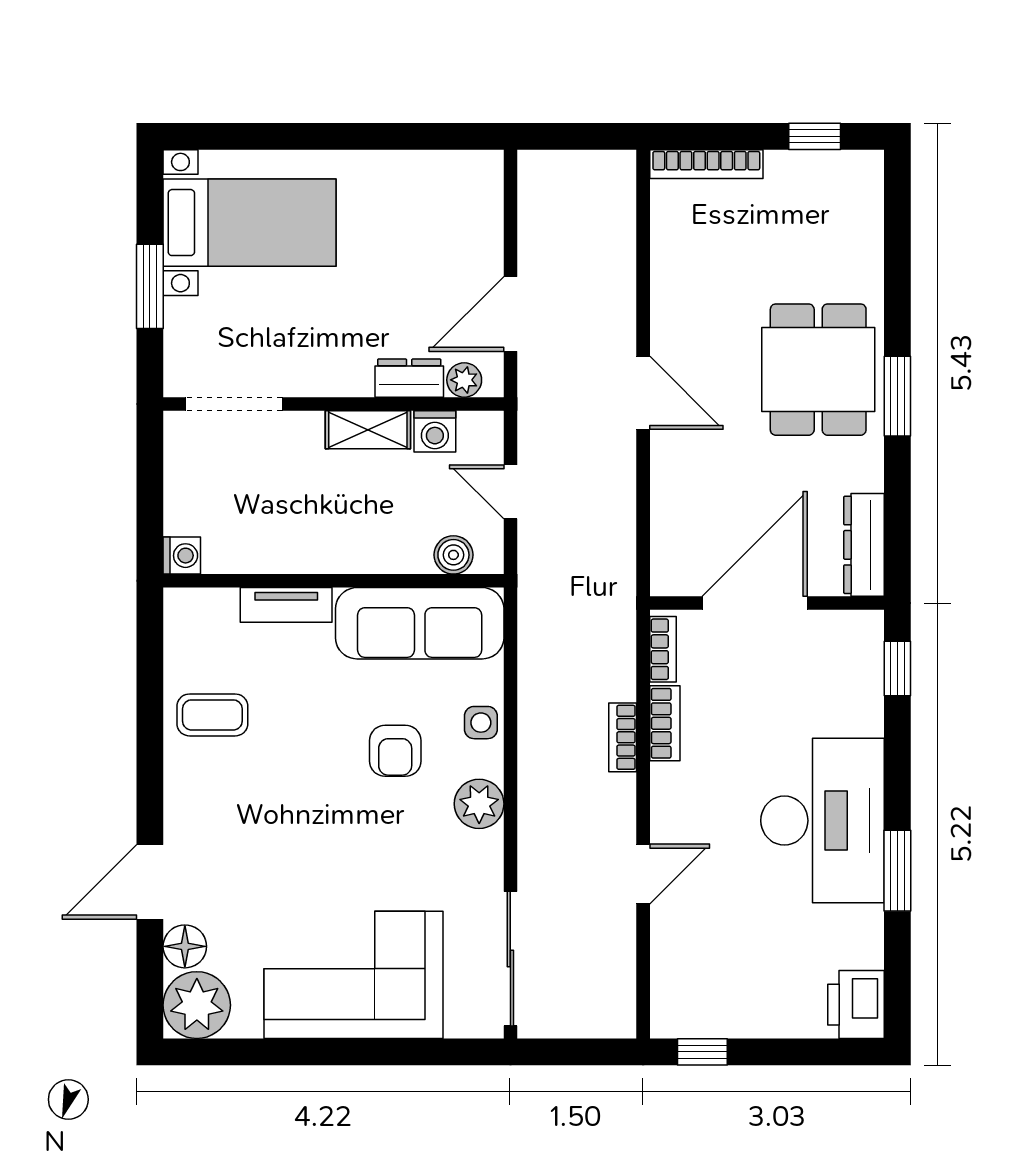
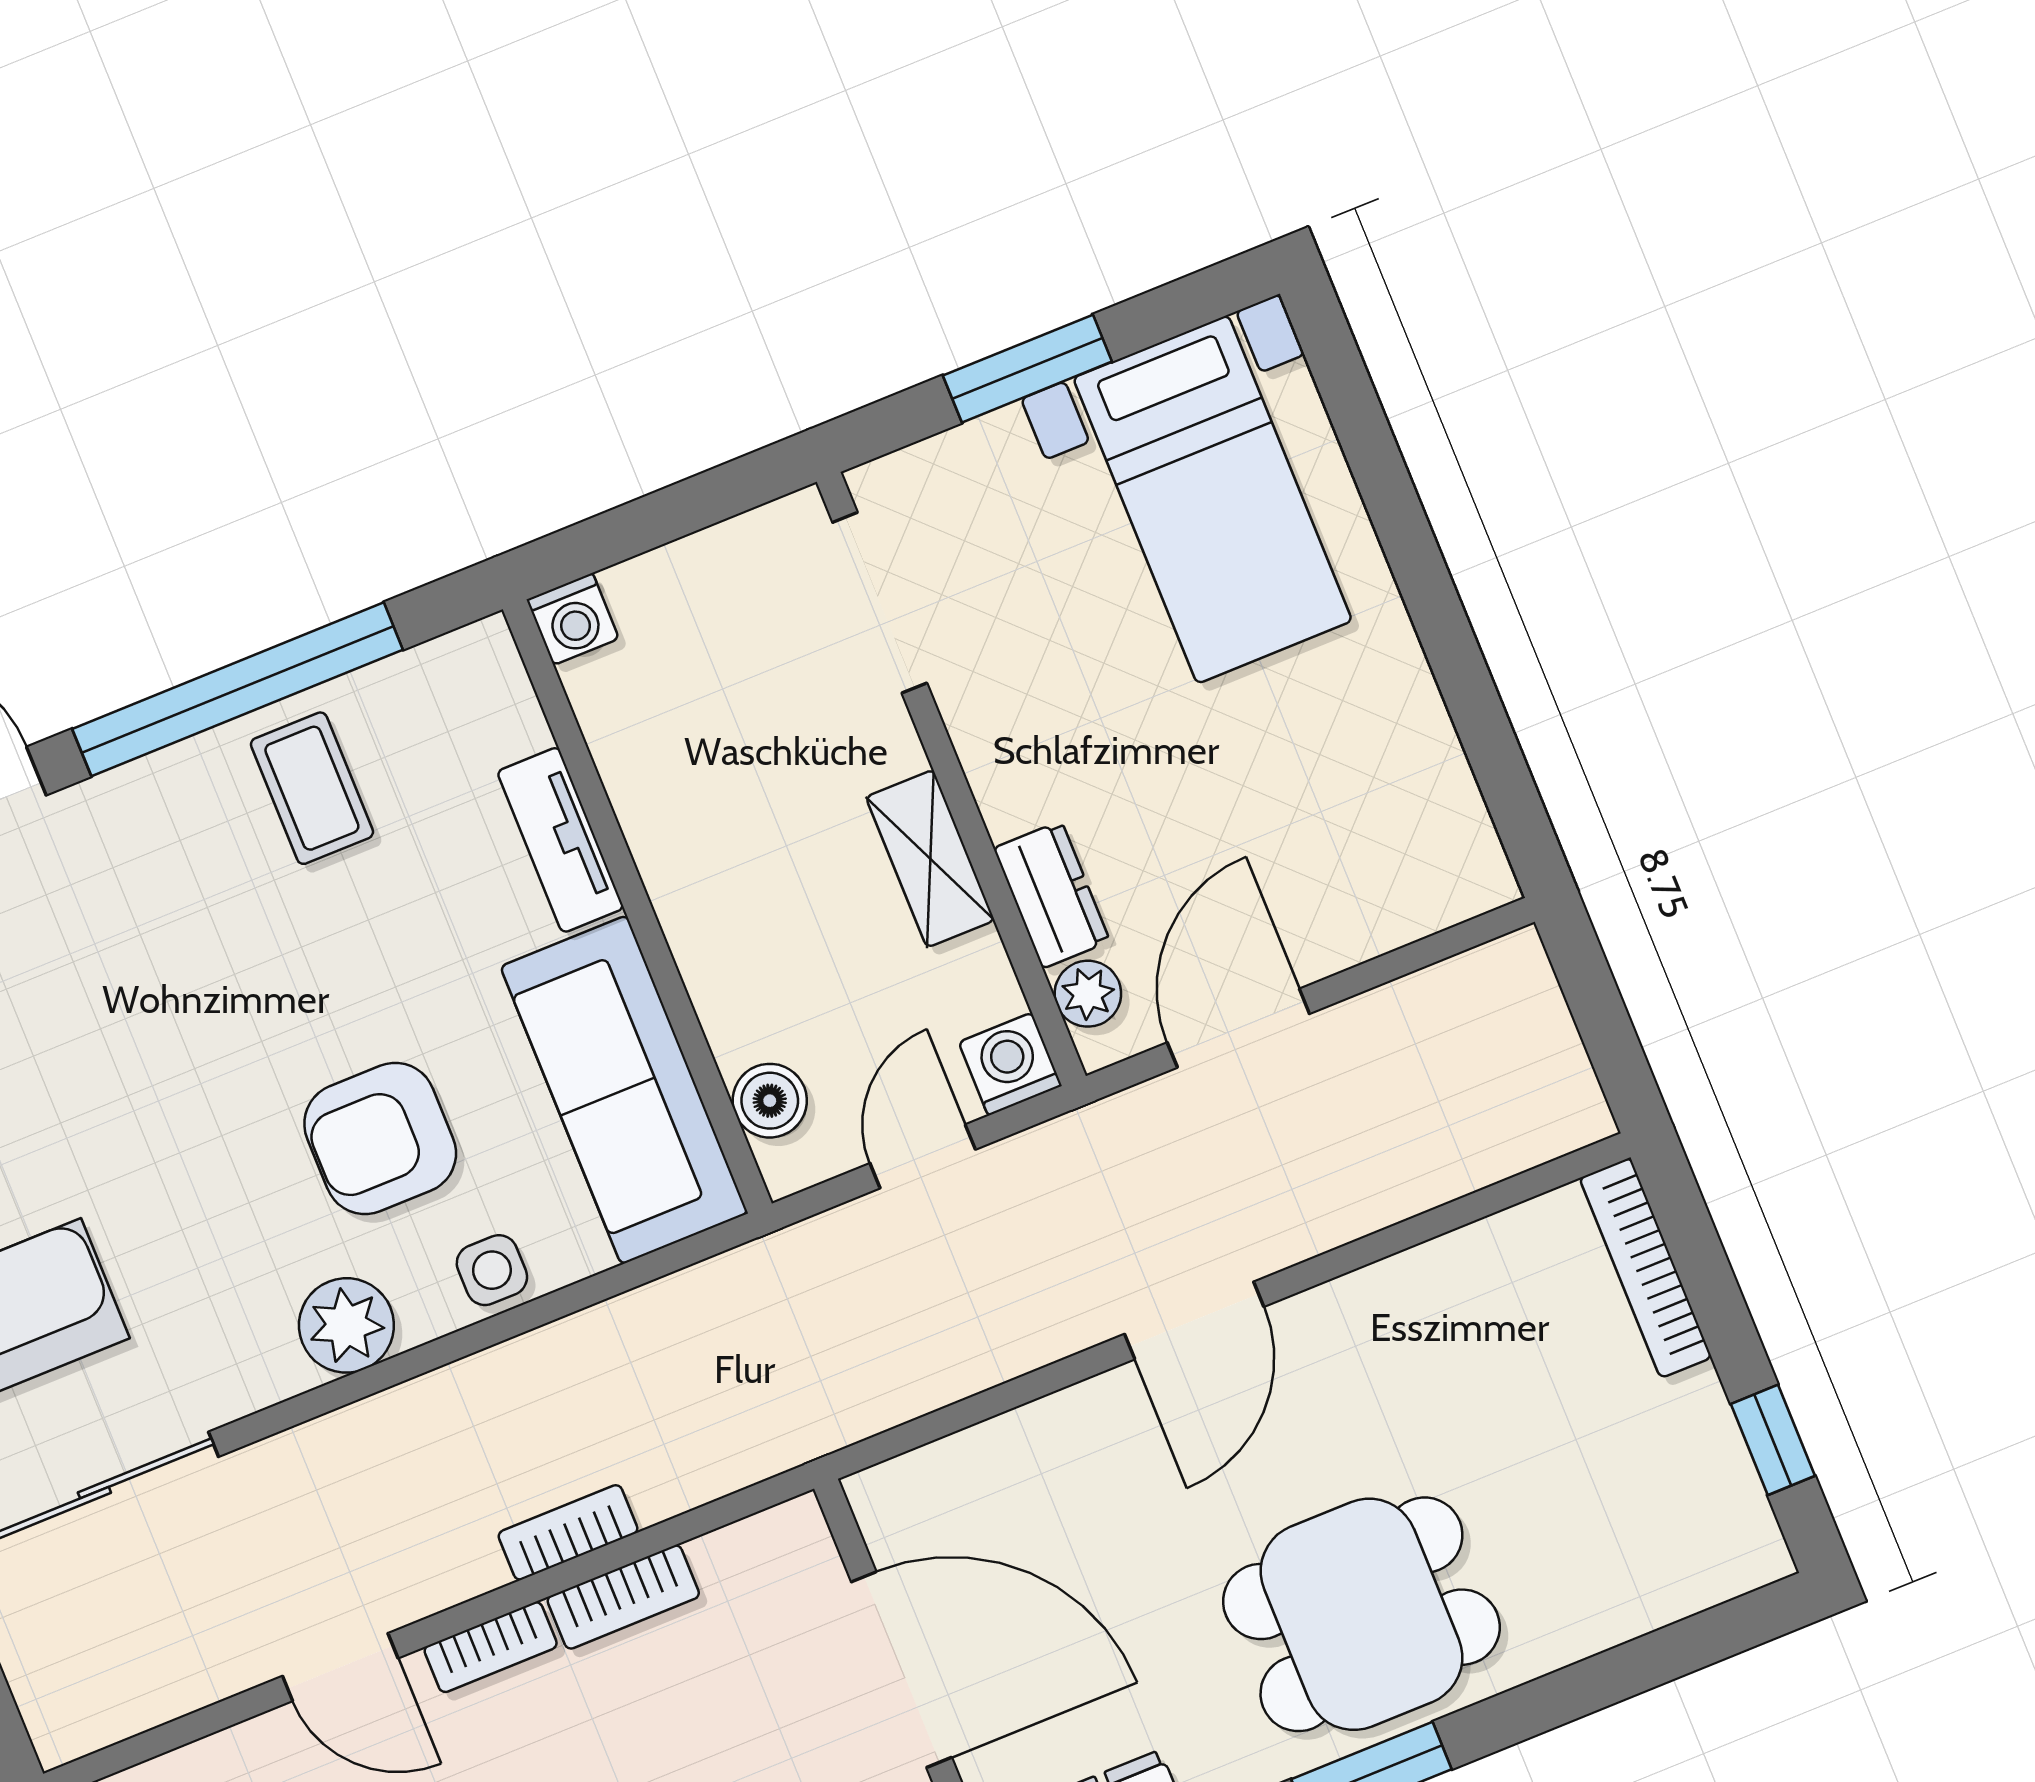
door: (510, 314) -> (1238, 1028), hinge flipped
washing machine: (435, 431) -> (1010, 1064), moved, turned 90
bookcase: (663, 649) -> (491, 1647), moved
window: (150, 732) -> (238, 689), added
armchair: (395, 751) -> (380, 1138), width x1.38, depth x1.38

